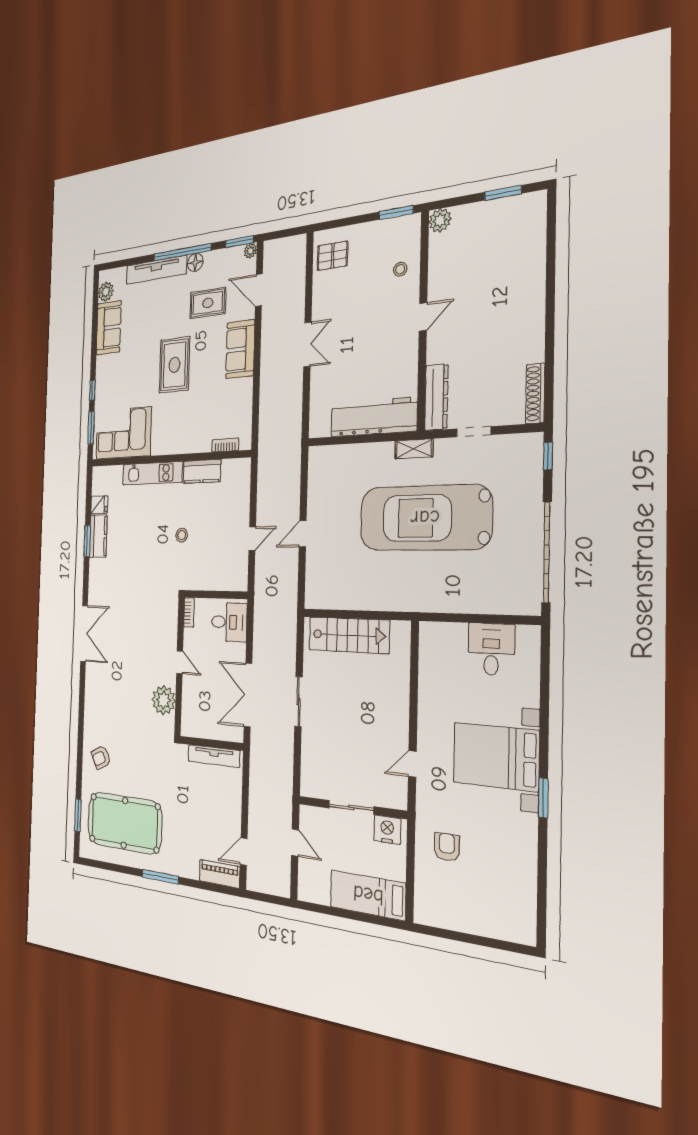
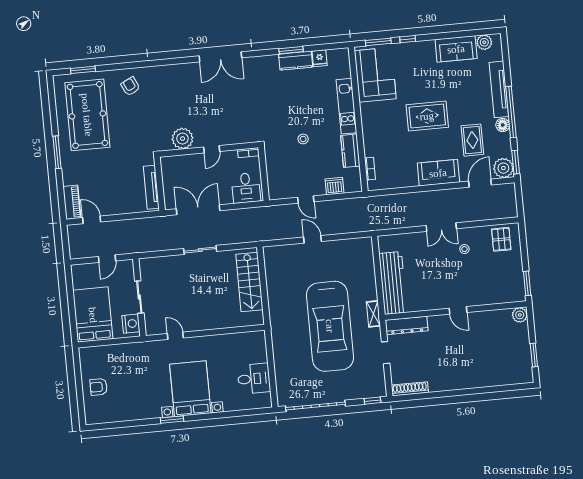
plant: (250, 251) -> (503, 168), width x1.87, depth x1.87
stool: (400, 269) -> (464, 249), moved
dishwasher: (240, 496) -> (334, 186), added
car: (425, 518) -> (330, 326), turned 180
armchair: (447, 847) -> (99, 387), moved, turned 180
bed: (368, 895) -> (93, 315), width x1.50

